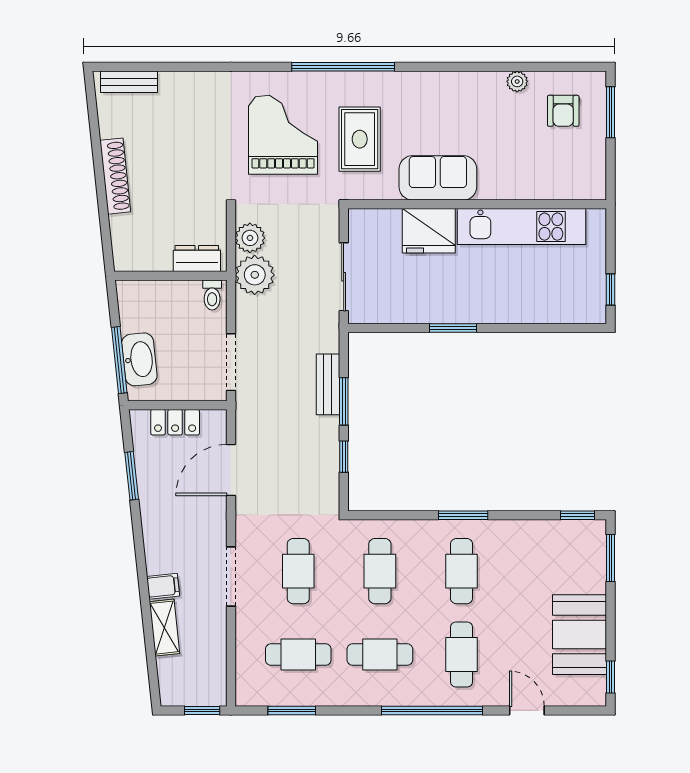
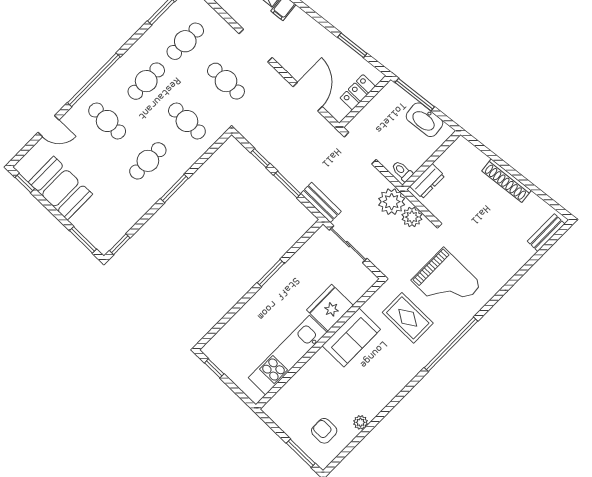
washbasin: (139, 359) -> (424, 120), moved
bench: (328, 384) -> (321, 202), moved
cafe table: (462, 571) -> (148, 161), turned 90

